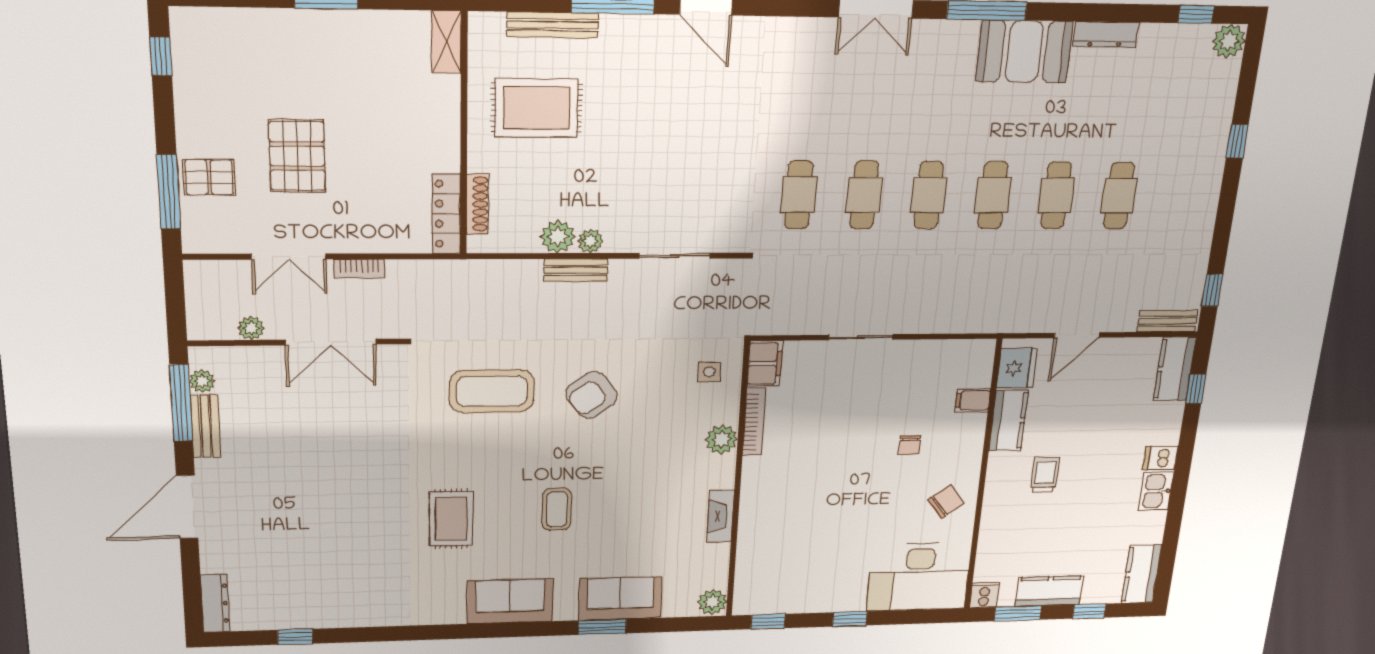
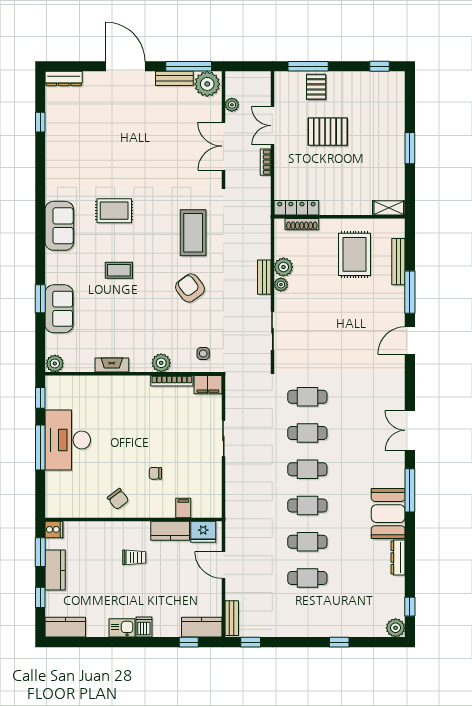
plant: (202, 381) -> (207, 84), width x1.88, depth x1.88
desk: (919, 577) -> (68, 440), moved
sofa: (510, 601) -> (59, 226), moved
window: (850, 619) -> (40, 448), width x2.17

